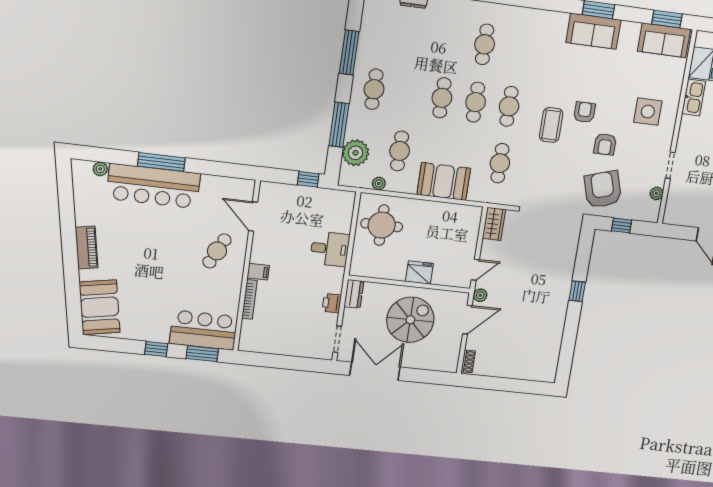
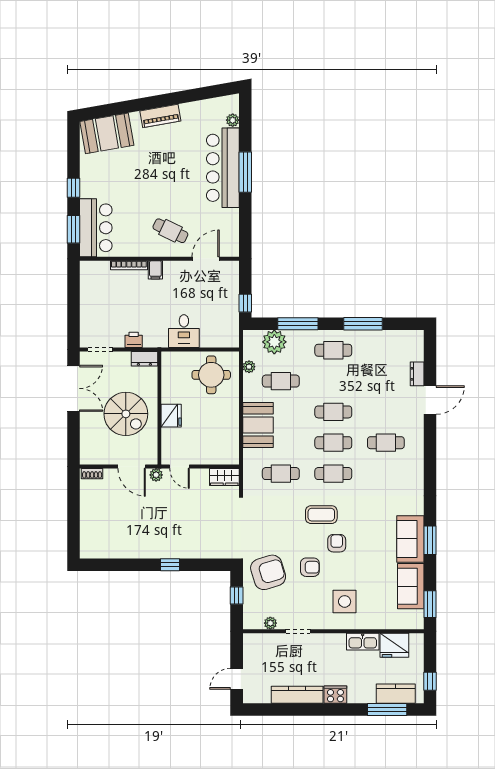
sofa: (664, 40) -> (411, 586), moved
armchair: (584, 112) -> (337, 543), turned -90
armchair: (605, 144) -> (310, 567), turned 180

